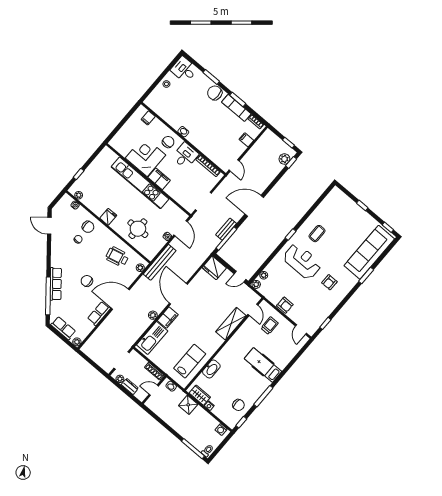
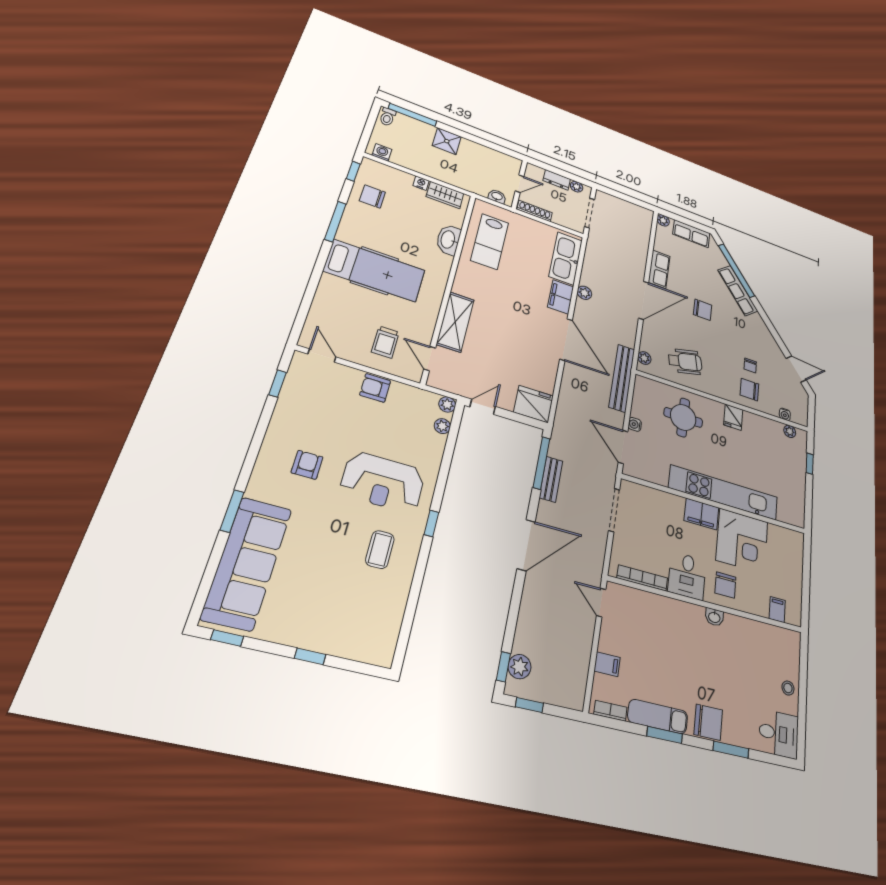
hospital bed: (263, 365) -> (375, 271), width x1.37, depth x1.29
shower: (188, 405) -> (447, 141), moved

